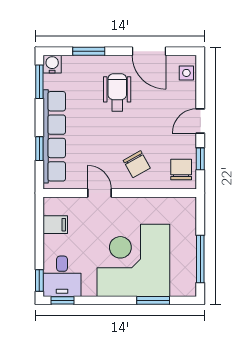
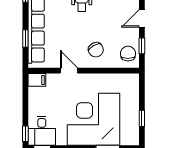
filing cabinet: (55, 225) -> (37, 80), moved
window: (200, 259) -> (142, 118), width x0.46

